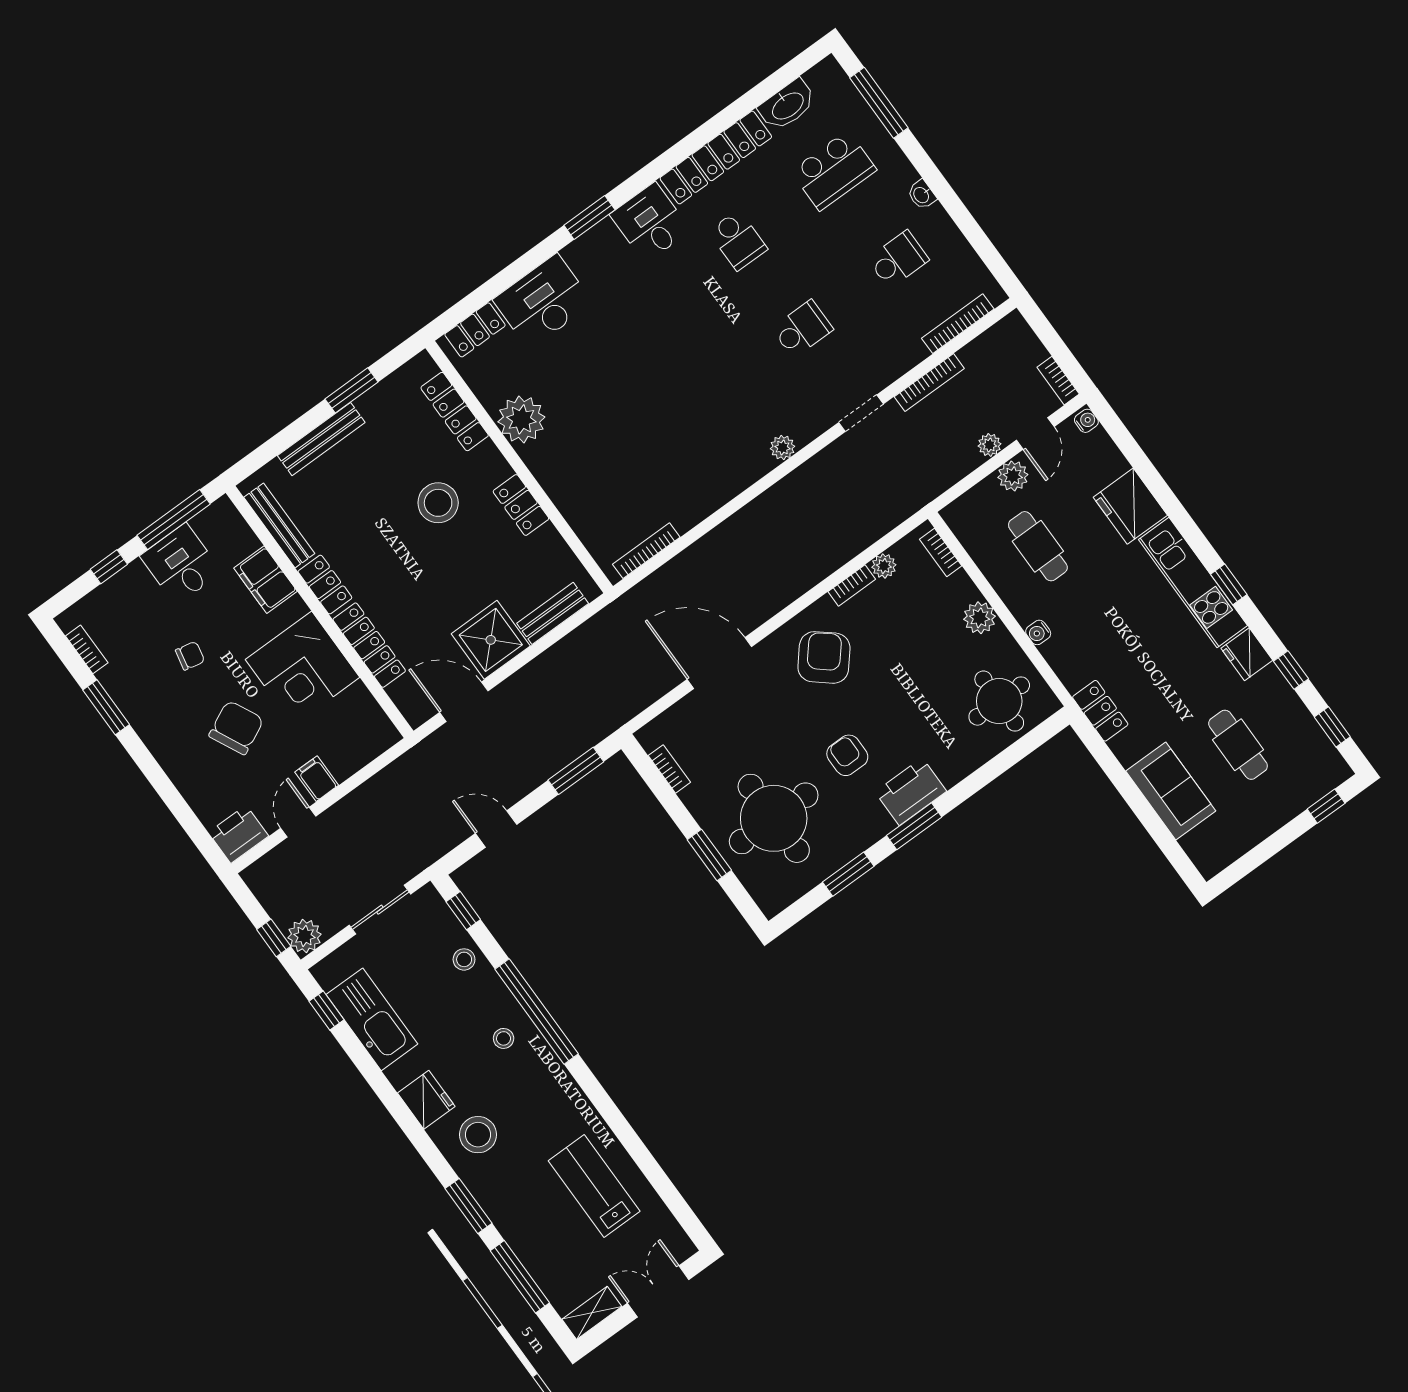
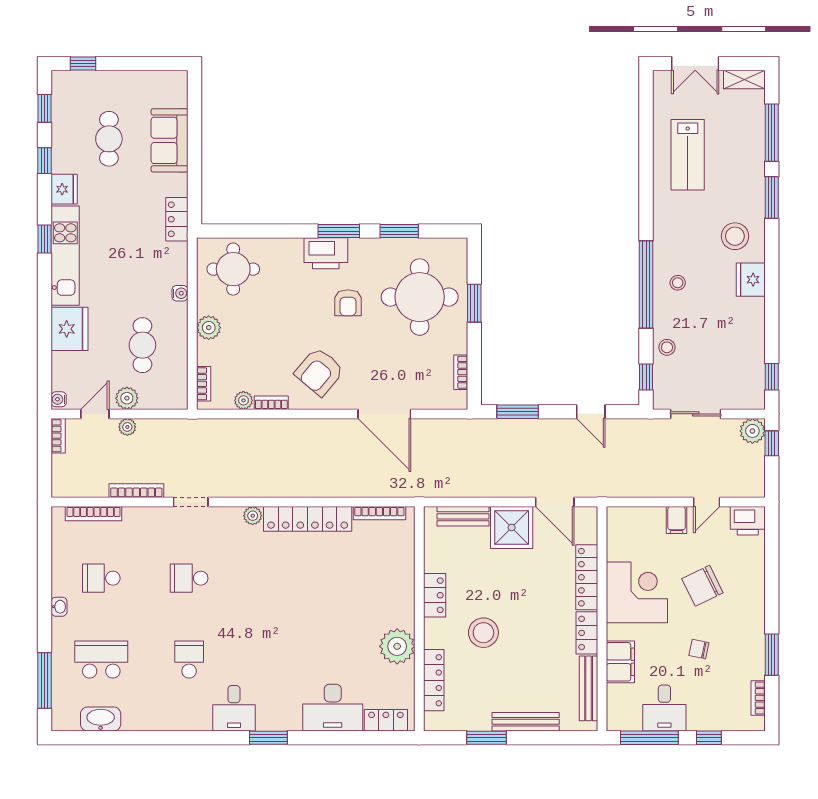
locker: (716, 157) -> (308, 519), moved, turned 180
kitchen sink: (372, 1019) -> (748, 352), removed

